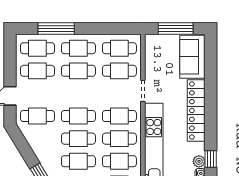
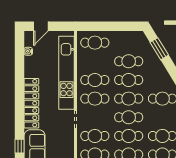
window: (211, 159) -> (20, 146), moved
cafe table: (119, 161) -> (129, 117), moved
plant: (199, 161) -> (29, 61), removed

